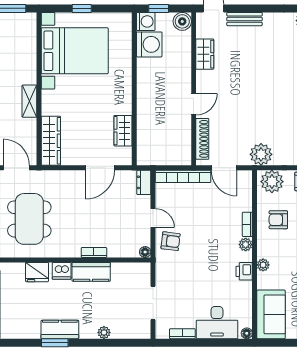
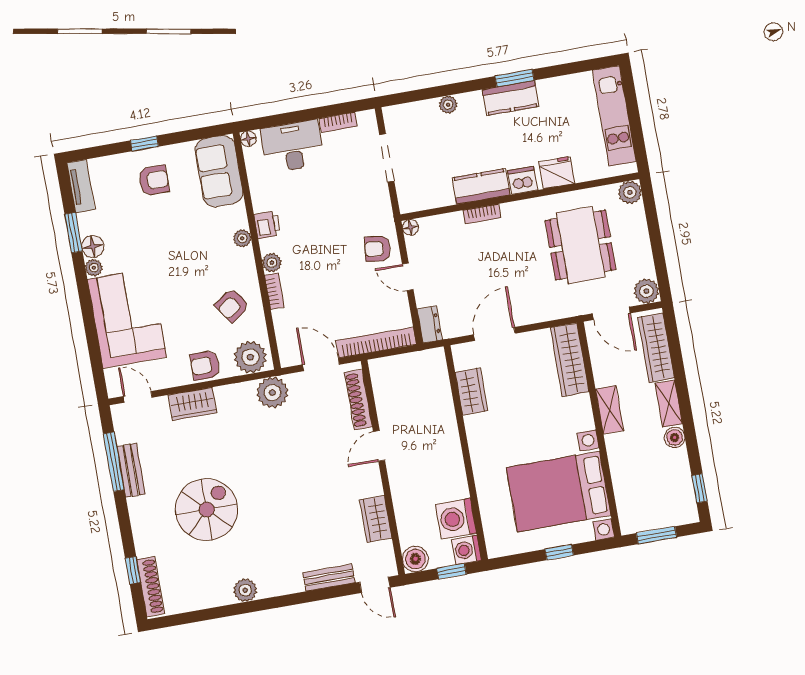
armchair: (278, 220) -> (232, 305), turned 145

